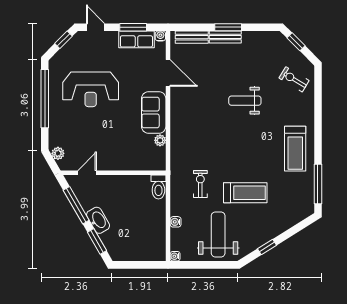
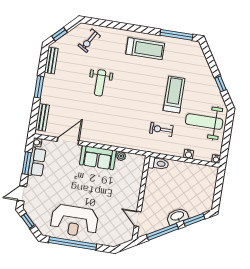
bench: (225, 37) -> (51, 60), moved
reception desk: (91, 89) -> (74, 221), moved, turned 90
plant: (58, 153) -> (118, 240), removed

